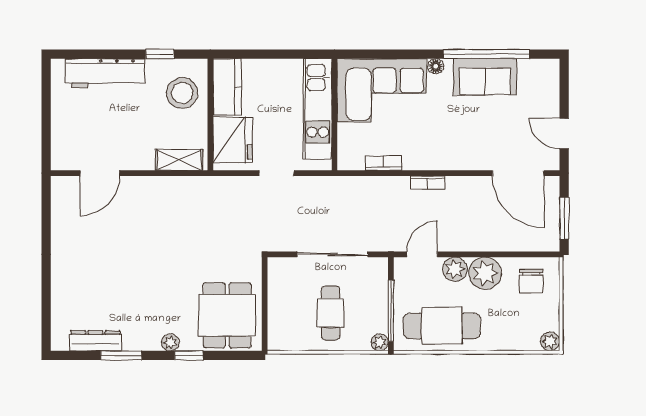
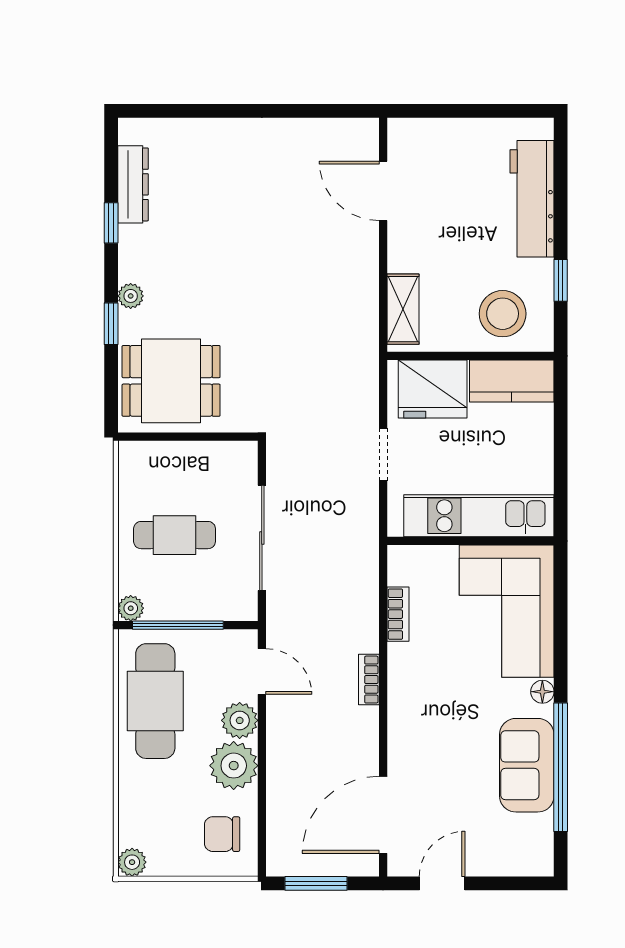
window: (121, 355) -> (111, 223), width x0.67

